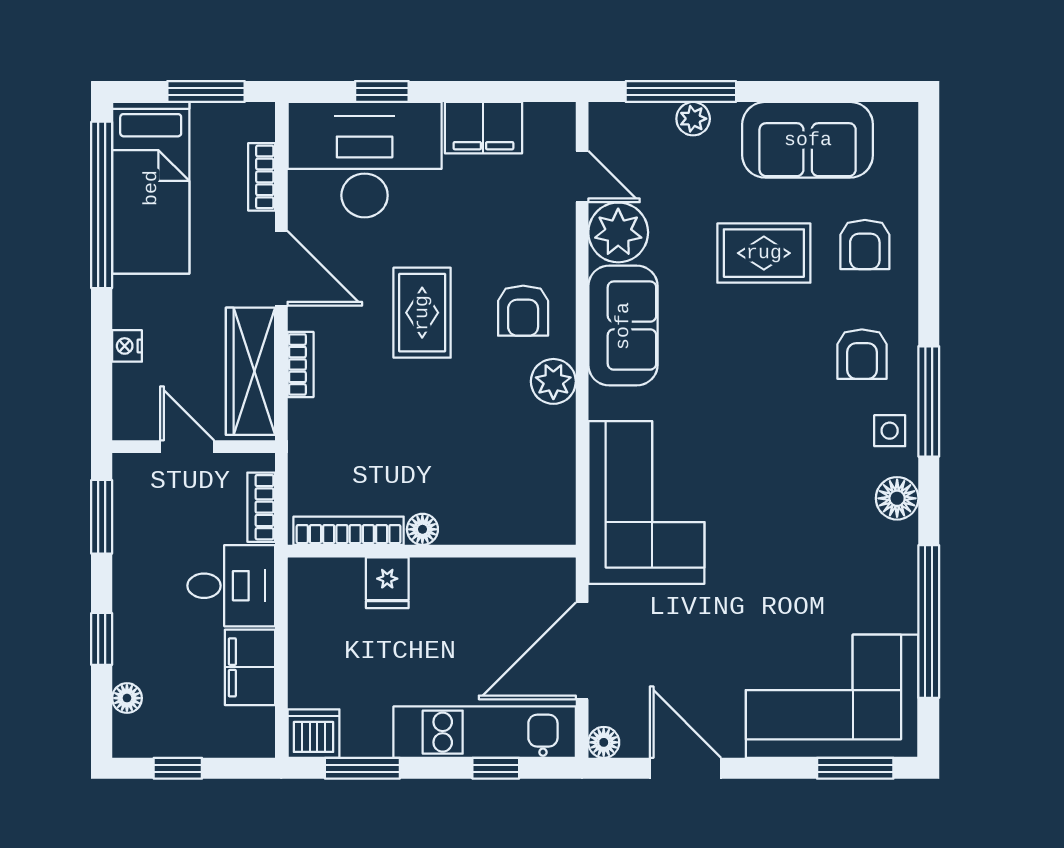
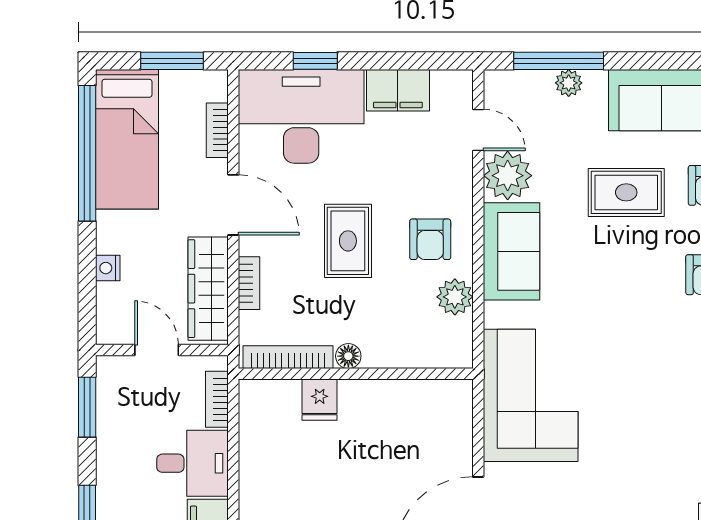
floor lamp: (422, 529) -> (348, 356), moved
bookcase: (349, 531) -> (288, 357), moved
wall: (432, 551) -> (356, 374), moved
fridge: (387, 583) -> (320, 400), moved

